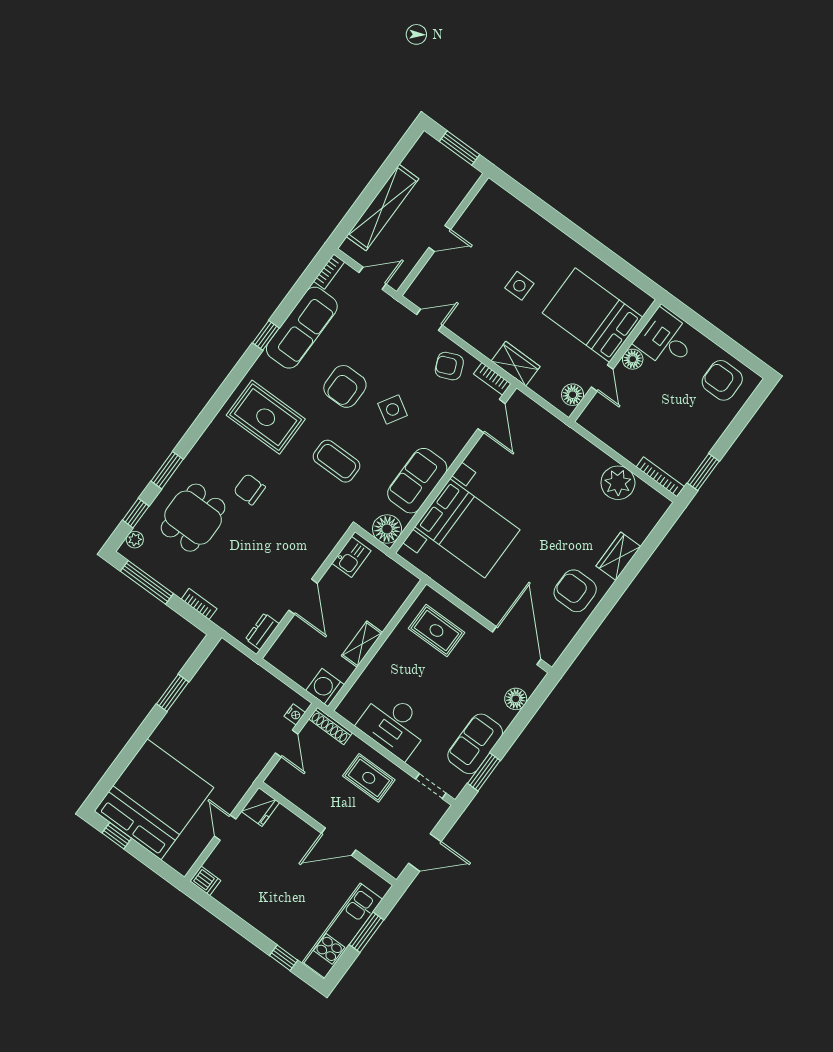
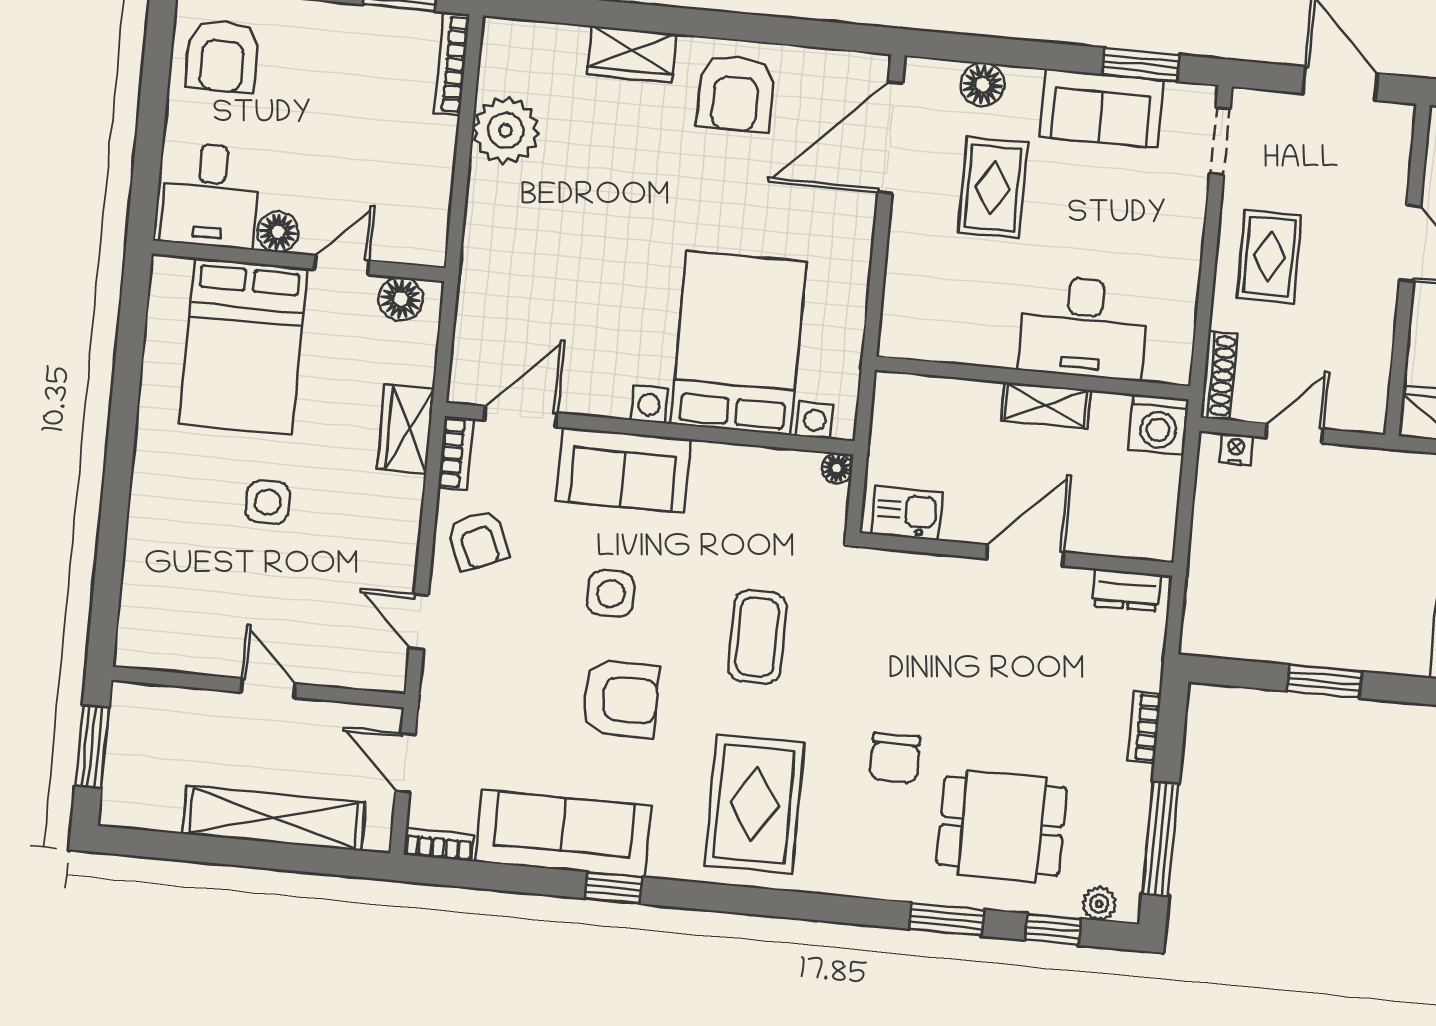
side table: (393, 409) -> (611, 594), turned -31
sofa: (417, 481) -> (623, 470), moved
floor lamp: (387, 529) -> (837, 468), width x0.53, depth x0.53
rug: (436, 631) -> (993, 188), moved
desk: (394, 725) -> (1083, 327), moved, turned 90

